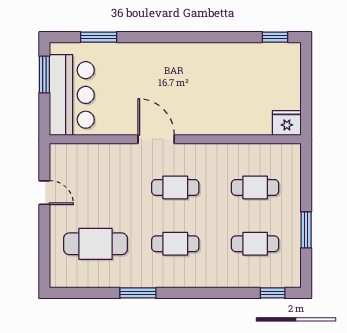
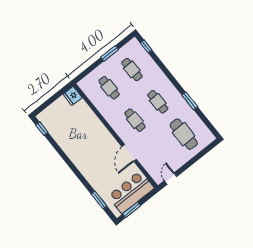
door: (156, 139) -> (129, 153), moved
door: (44, 193) -> (171, 179), moved

